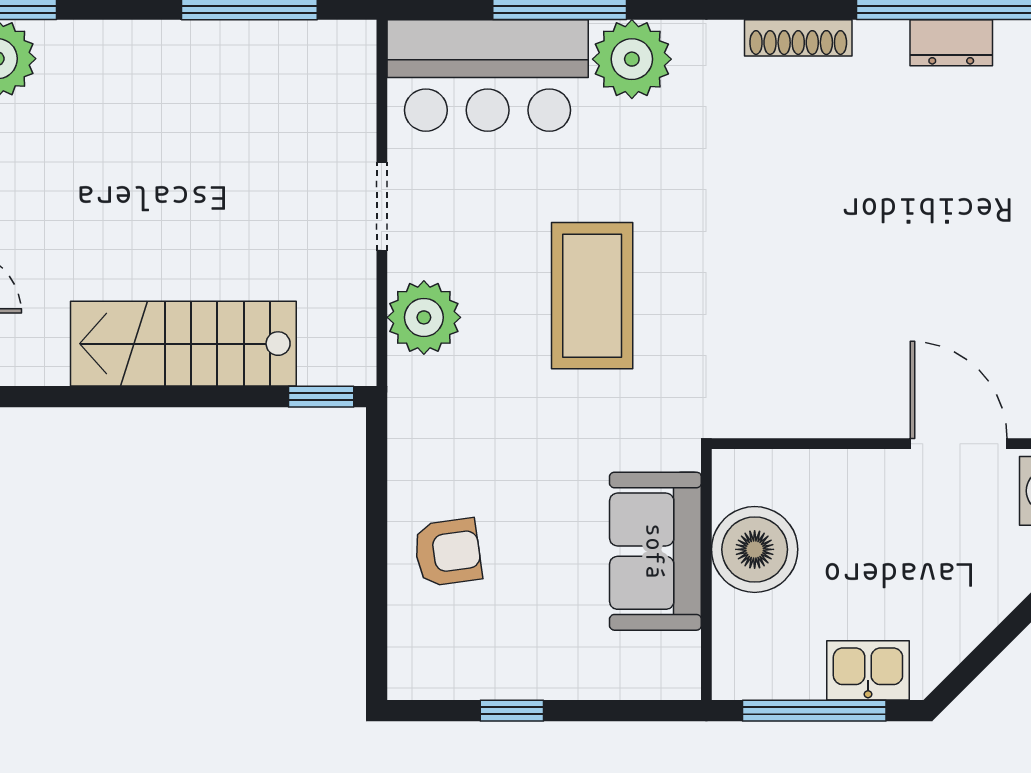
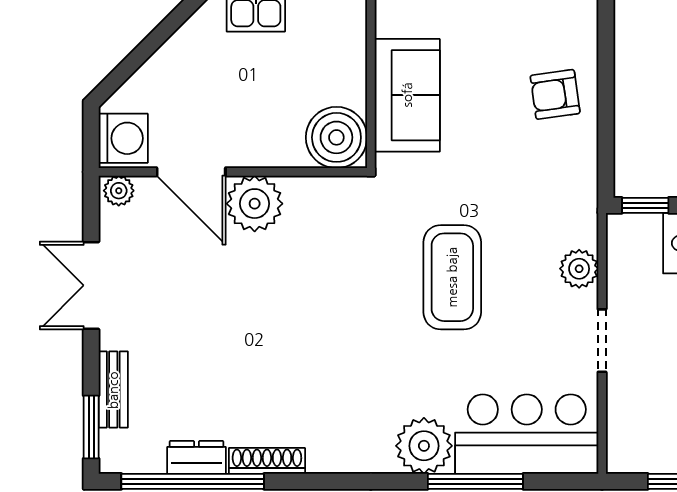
shoe rack: (798, 38) -> (267, 461), moved
plant: (424, 317) -> (579, 269), width x0.73, depth x0.73
plant: (870, 399) -> (255, 204), added
boiler: (755, 549) -> (336, 137), moved

